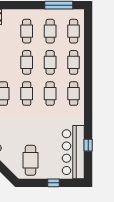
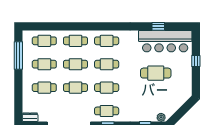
cafe table: (30, 160) -> (156, 73), moved

